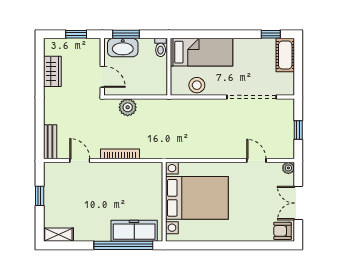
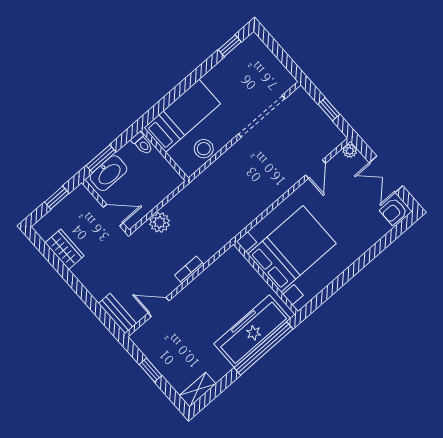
cot: (285, 55) -> (259, 53), removed
bookcase: (120, 154) -> (189, 270), width x0.64
door: (256, 160) -> (315, 169), swing flipped
freezer: (134, 231) -> (252, 331), width x1.36, depth x1.26

